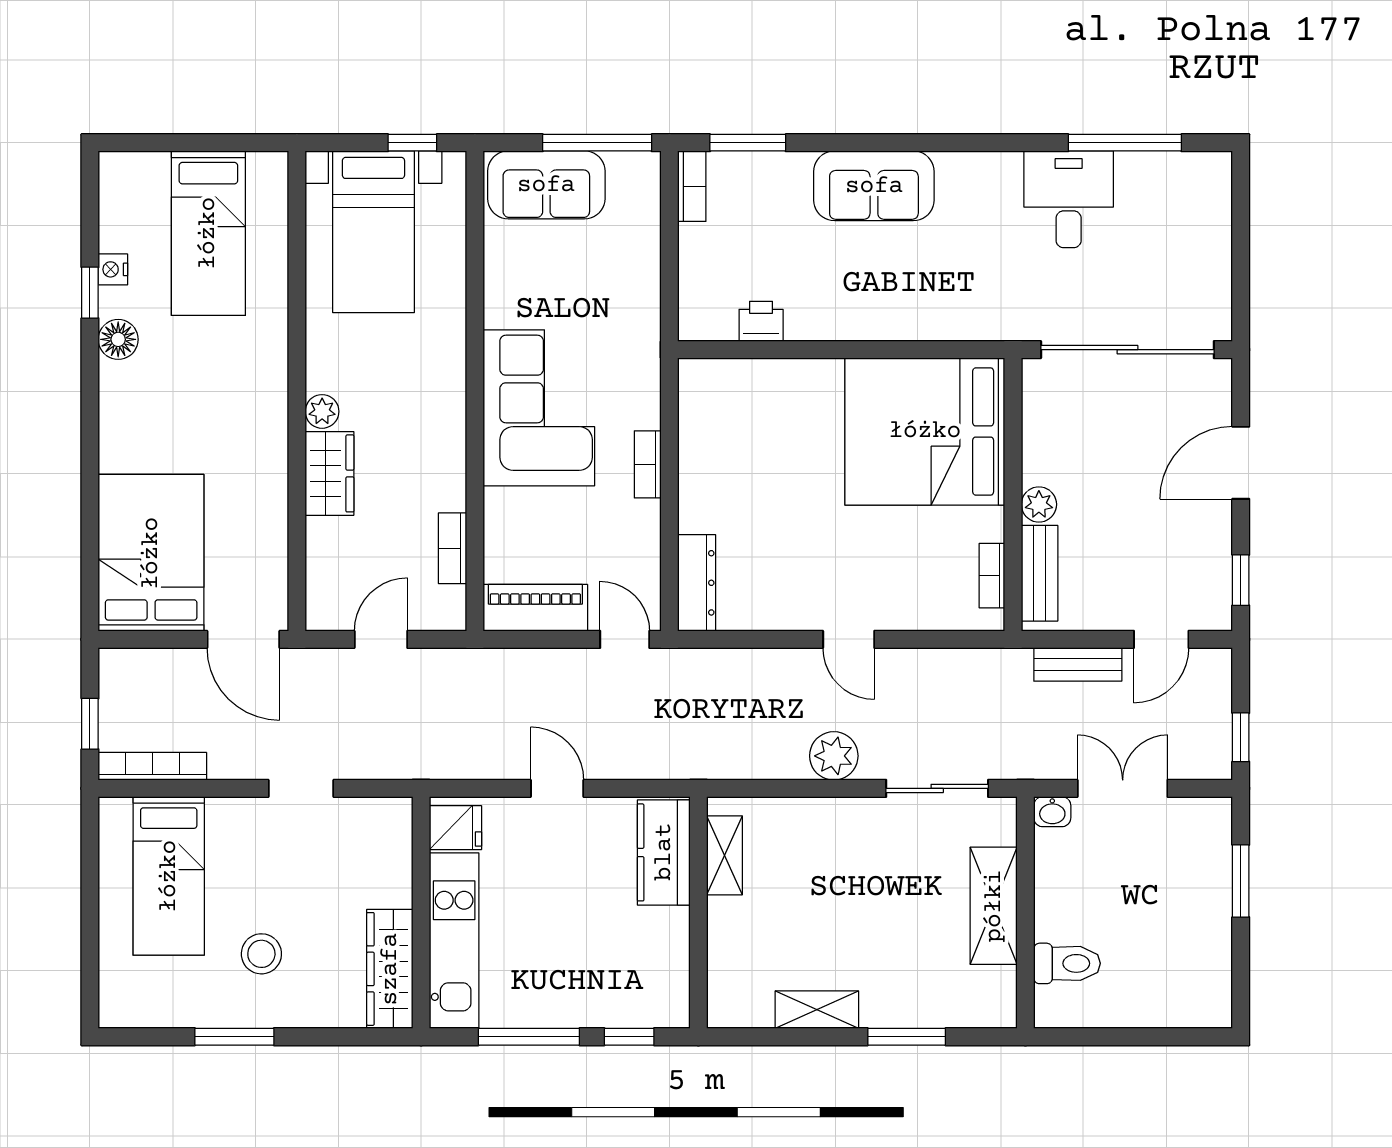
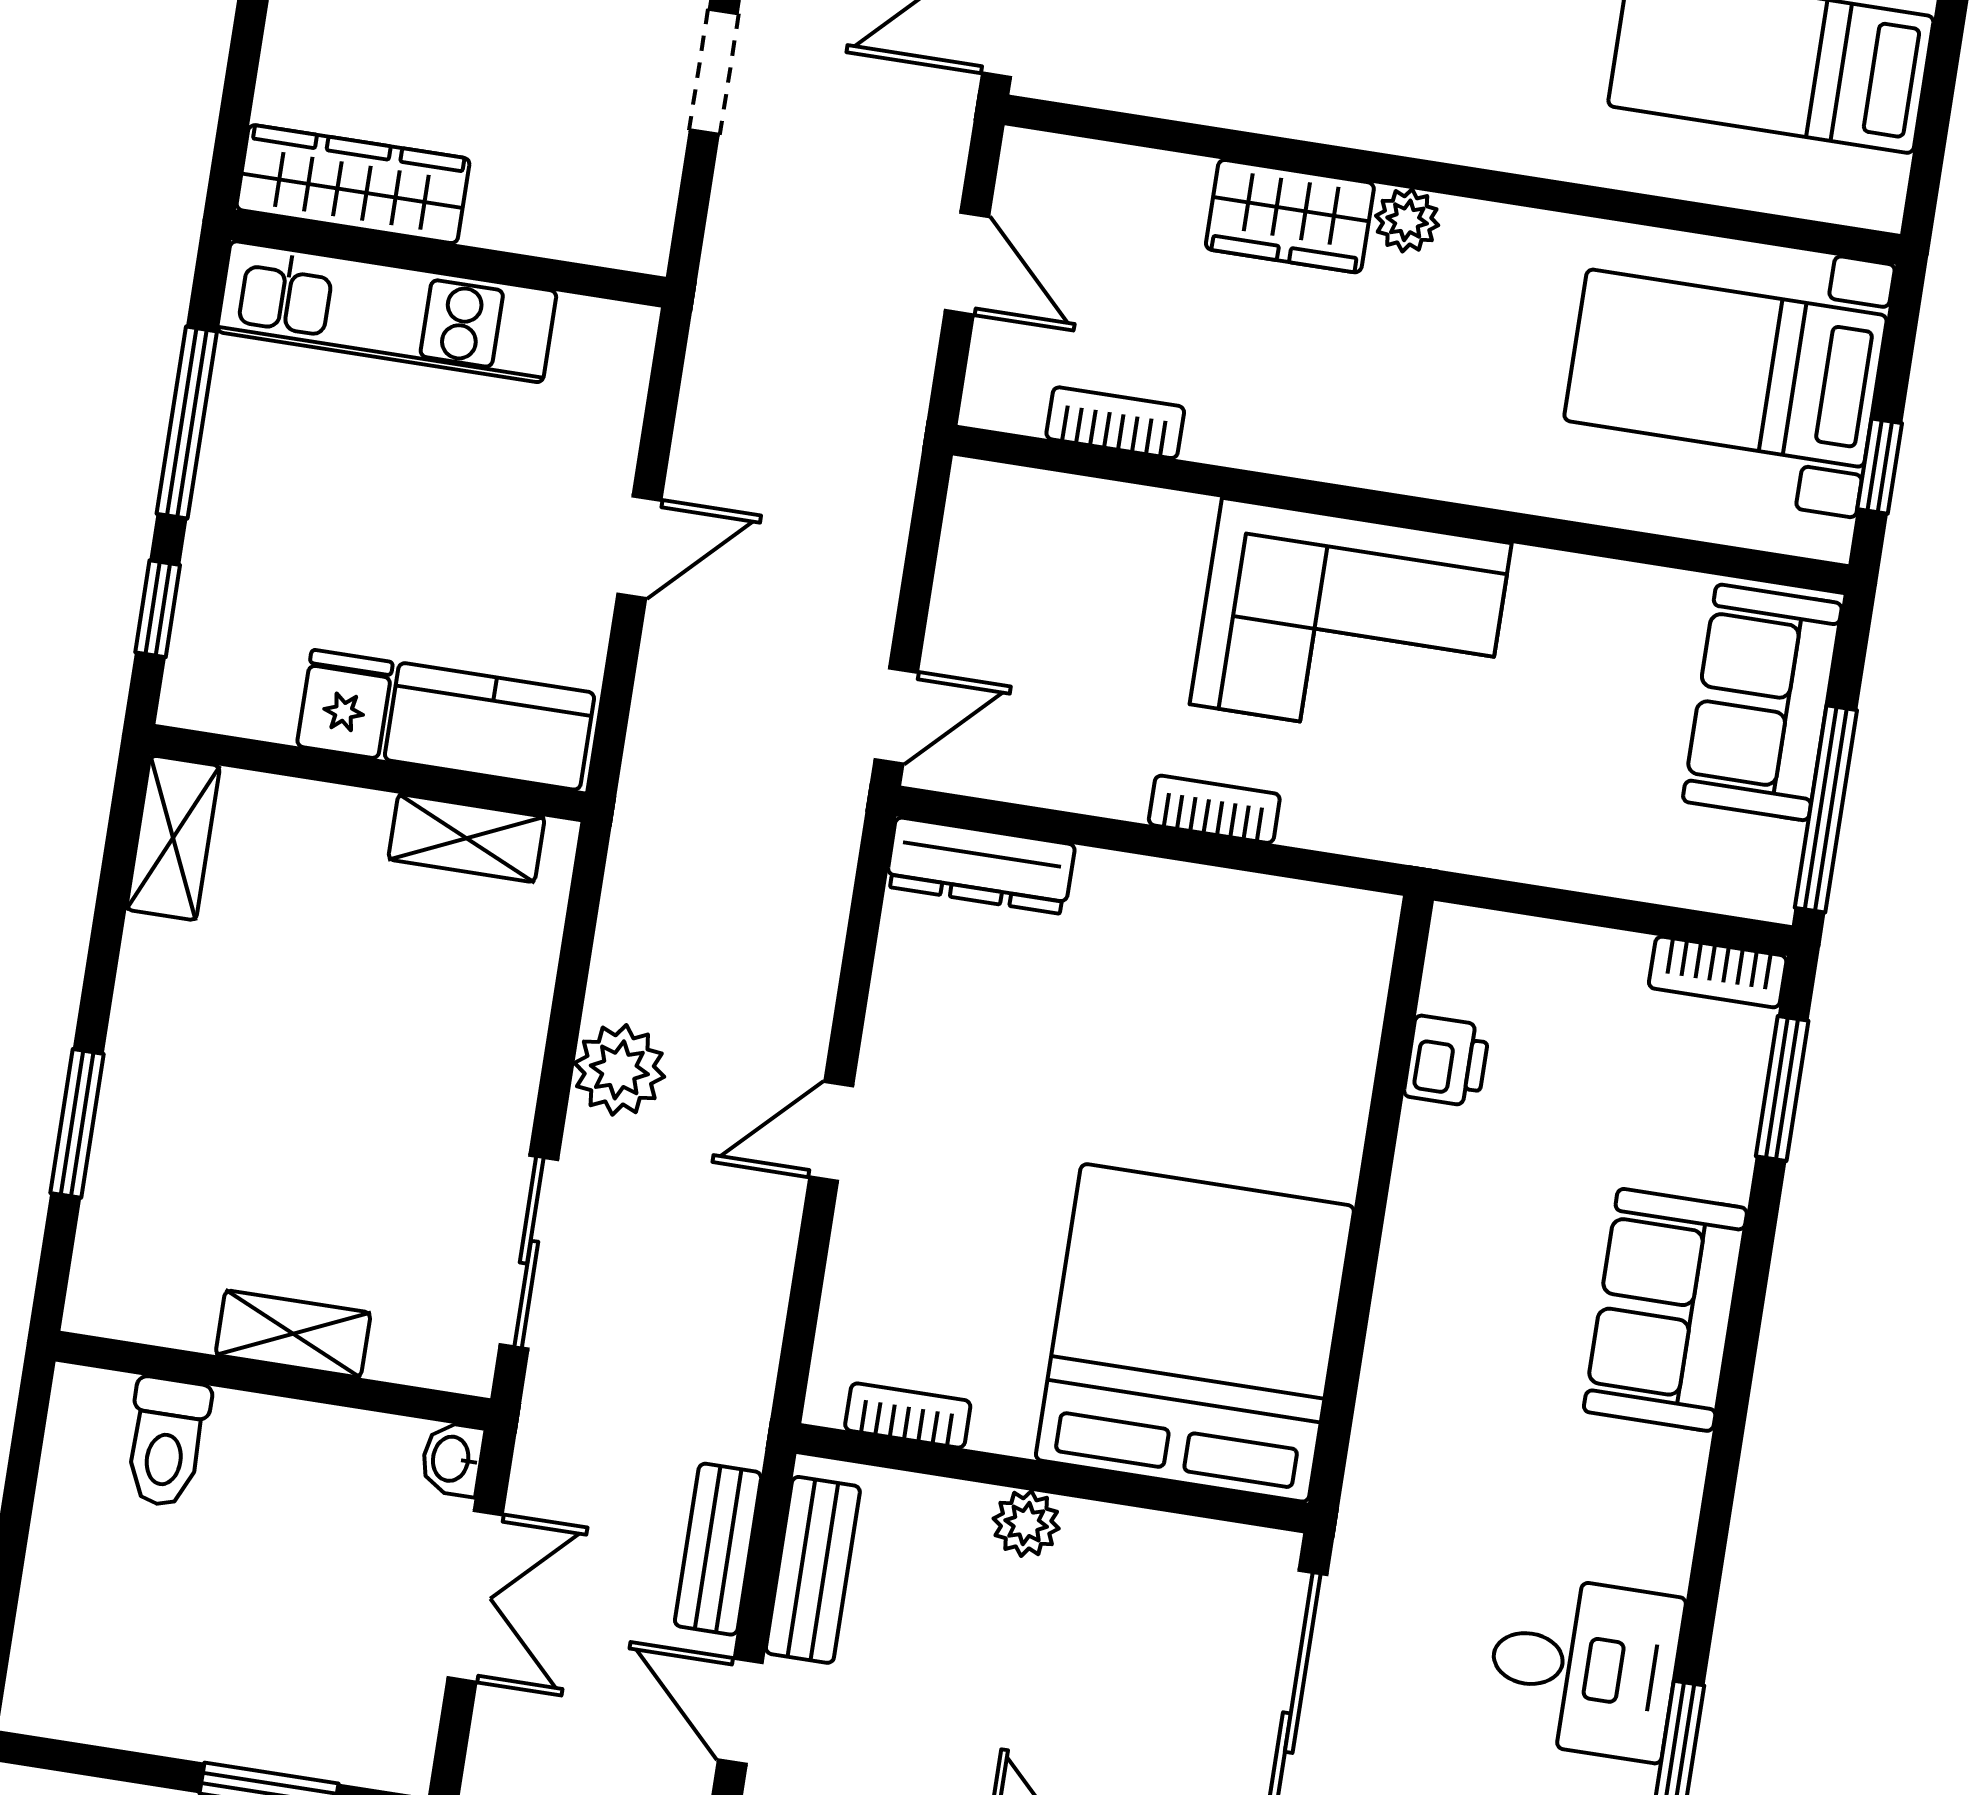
bench: (1040, 573) -> (813, 1570), moved, turned 90
piano: (535, 608) -> (981, 559), removed
fridge: (455, 828) -> (345, 704), moved, turned 180
shelving: (994, 906) -> (293, 1334), width x0.67, depth x0.75
shelving: (817, 1010) -> (173, 838), moved

